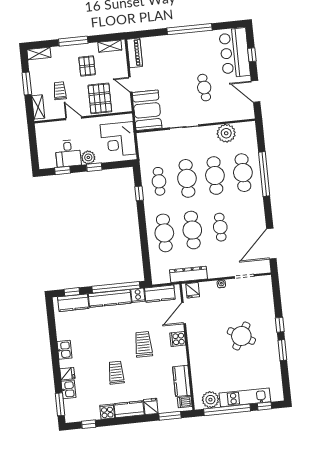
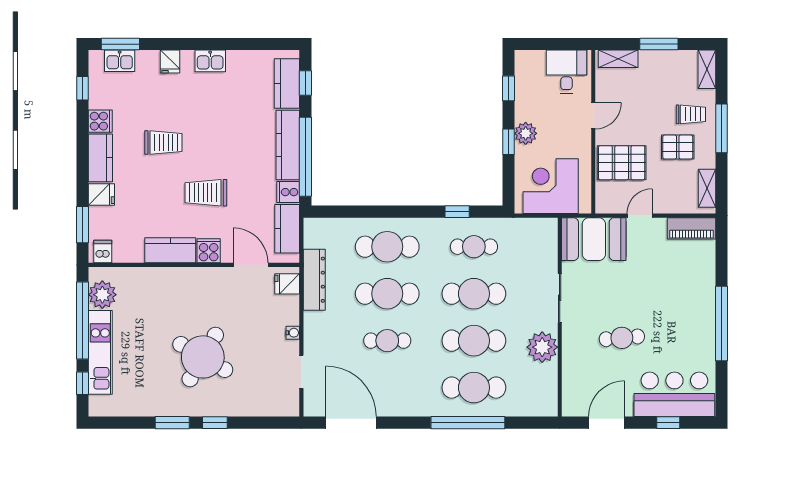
trolley: (60, 91) -> (691, 114), moved
plant: (226, 133) -> (542, 347), moved
desk: (68, 153) -> (566, 72), moved, turned 90
round table: (241, 336) -> (203, 357), width x1.36, depth x1.36
trolley: (143, 344) -> (206, 193), turned 180
kitchen counter: (182, 381) -> (170, 250), moved
kitchen sink: (69, 389) -> (120, 61), moved

